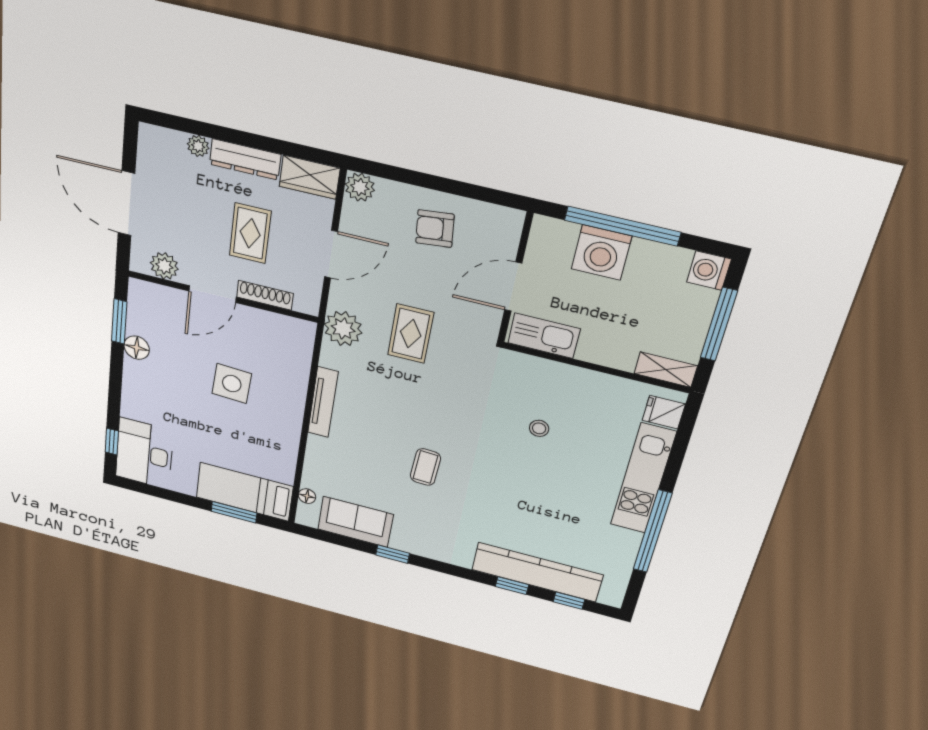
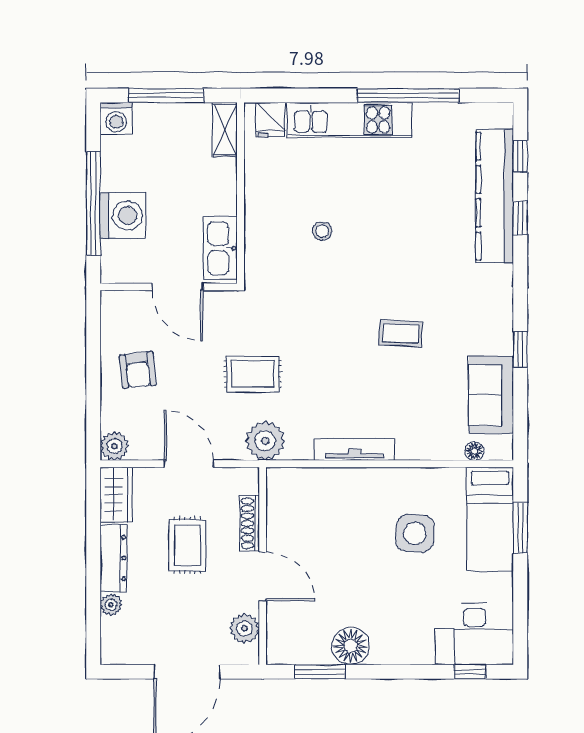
rug: (250, 233) -> (187, 545), turned 90
floor lamp: (137, 348) -> (351, 646), width x1.38, depth x1.38
side table: (232, 384) -> (415, 533), moved

